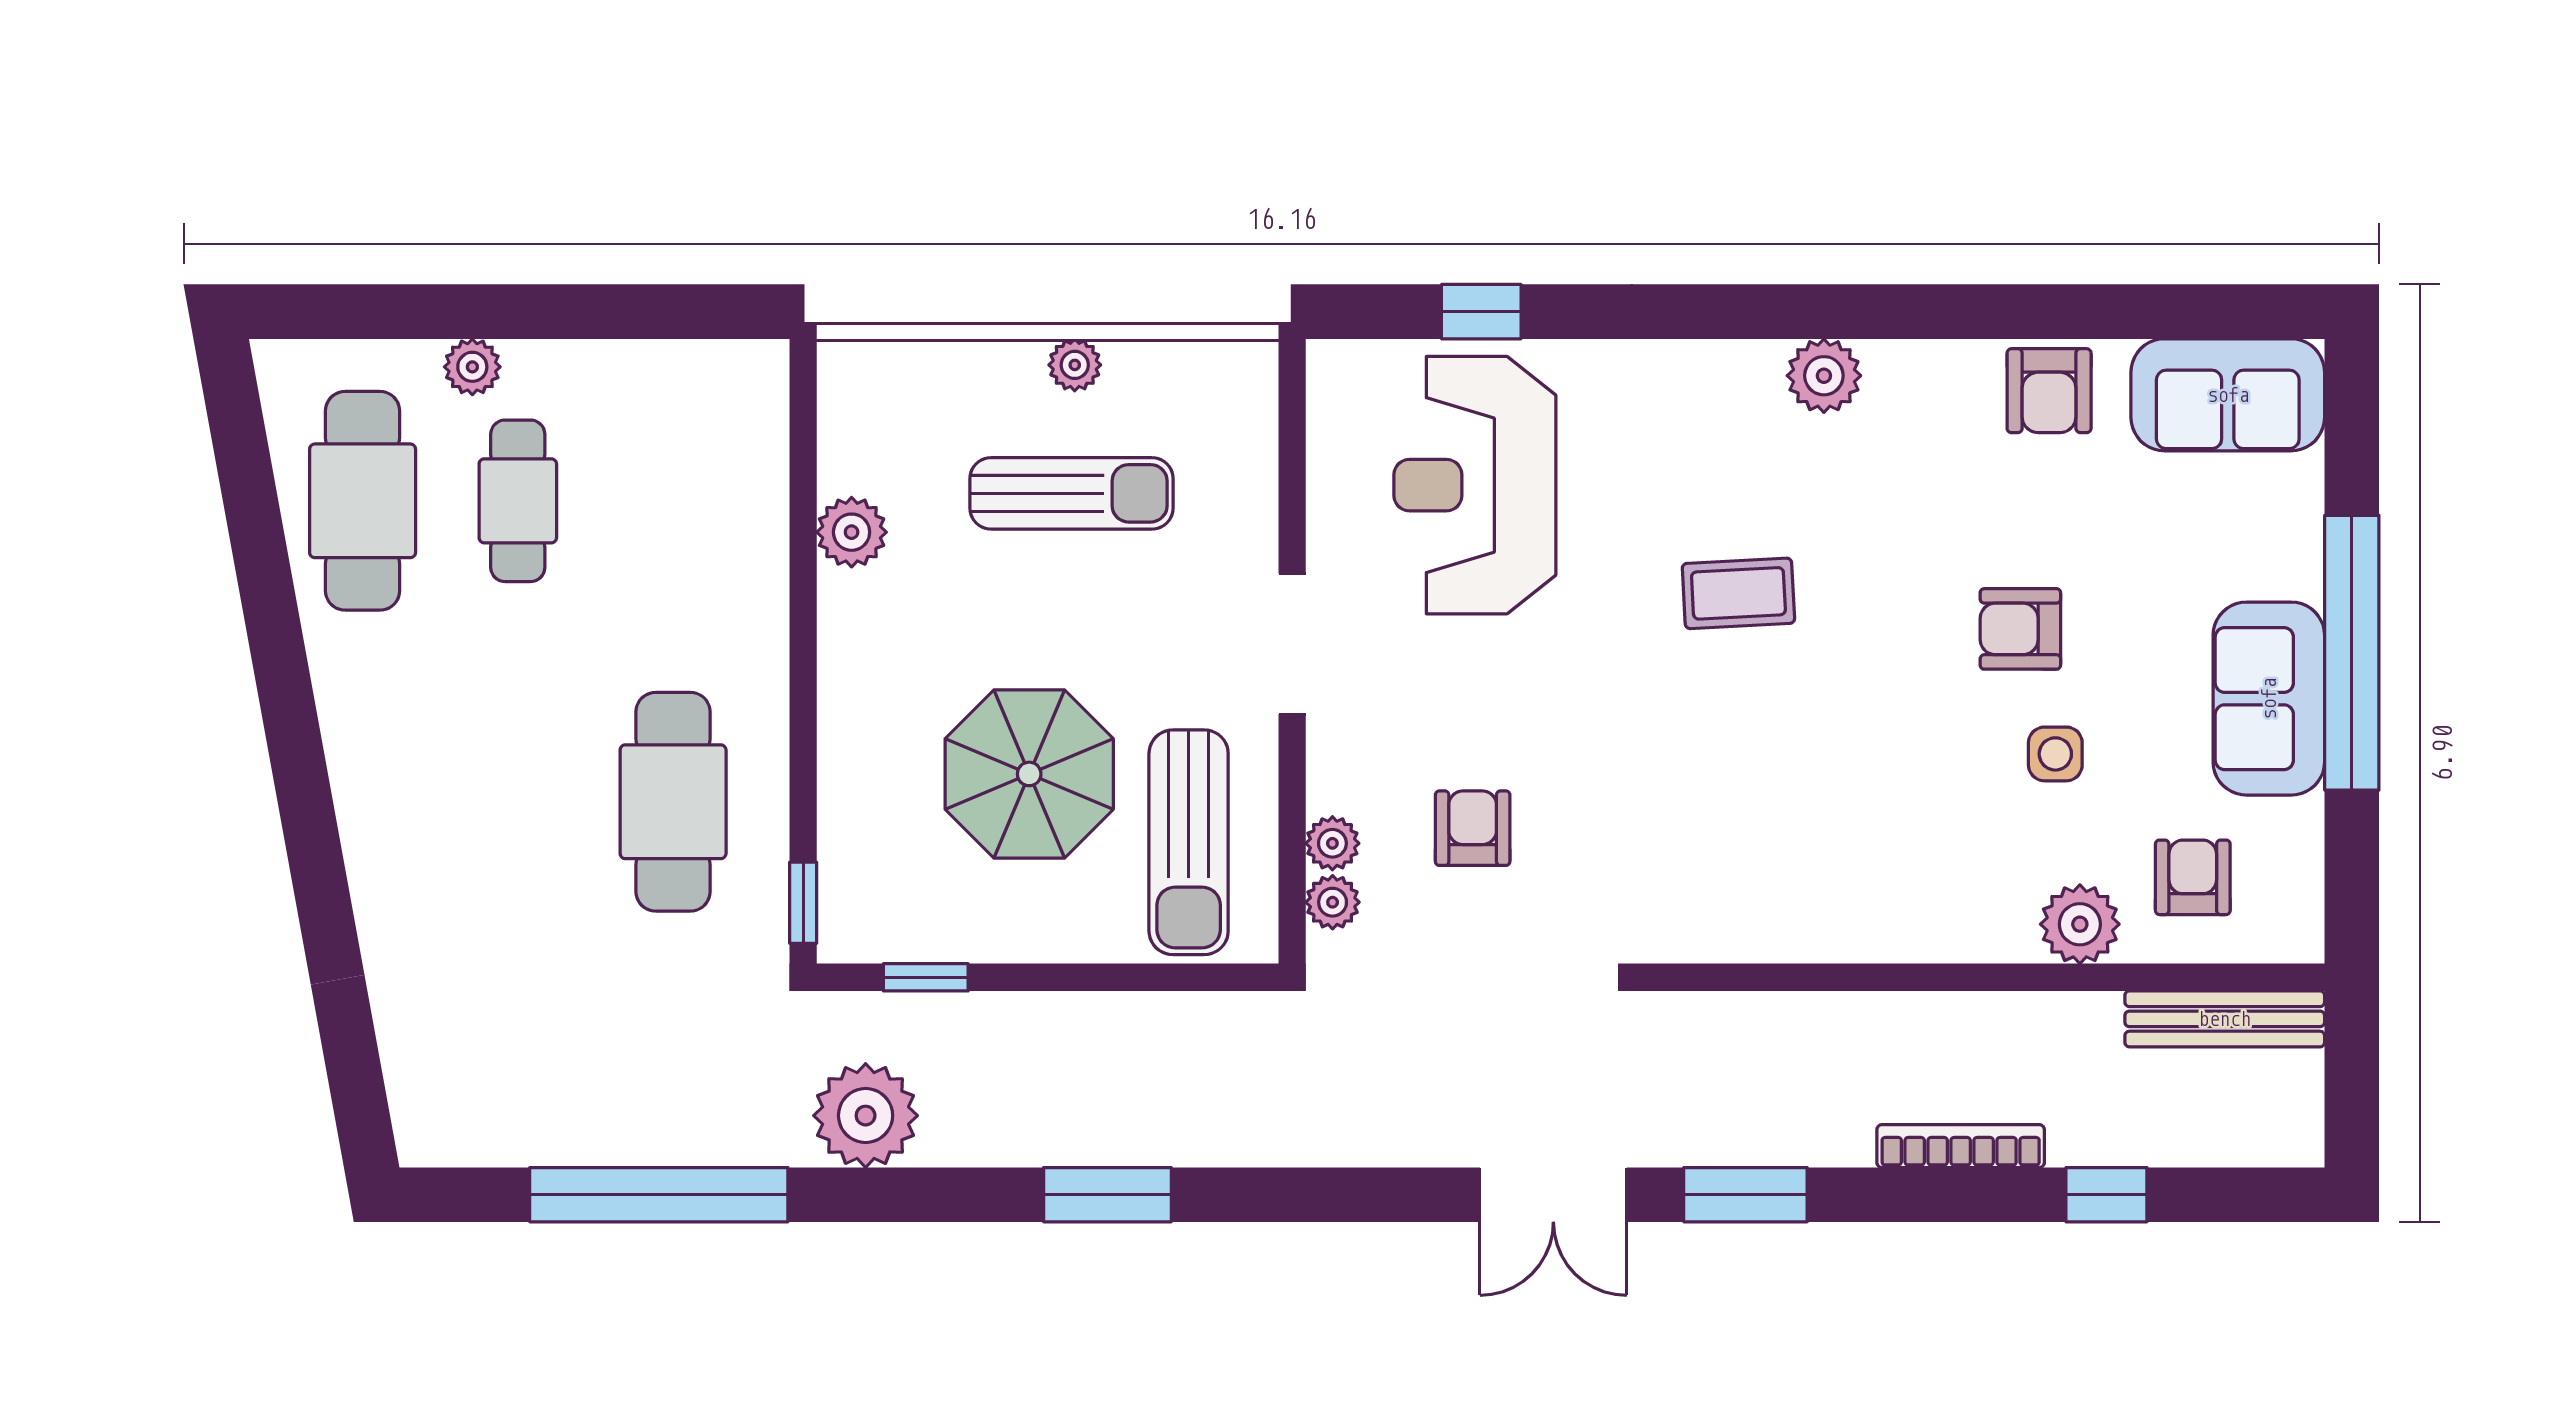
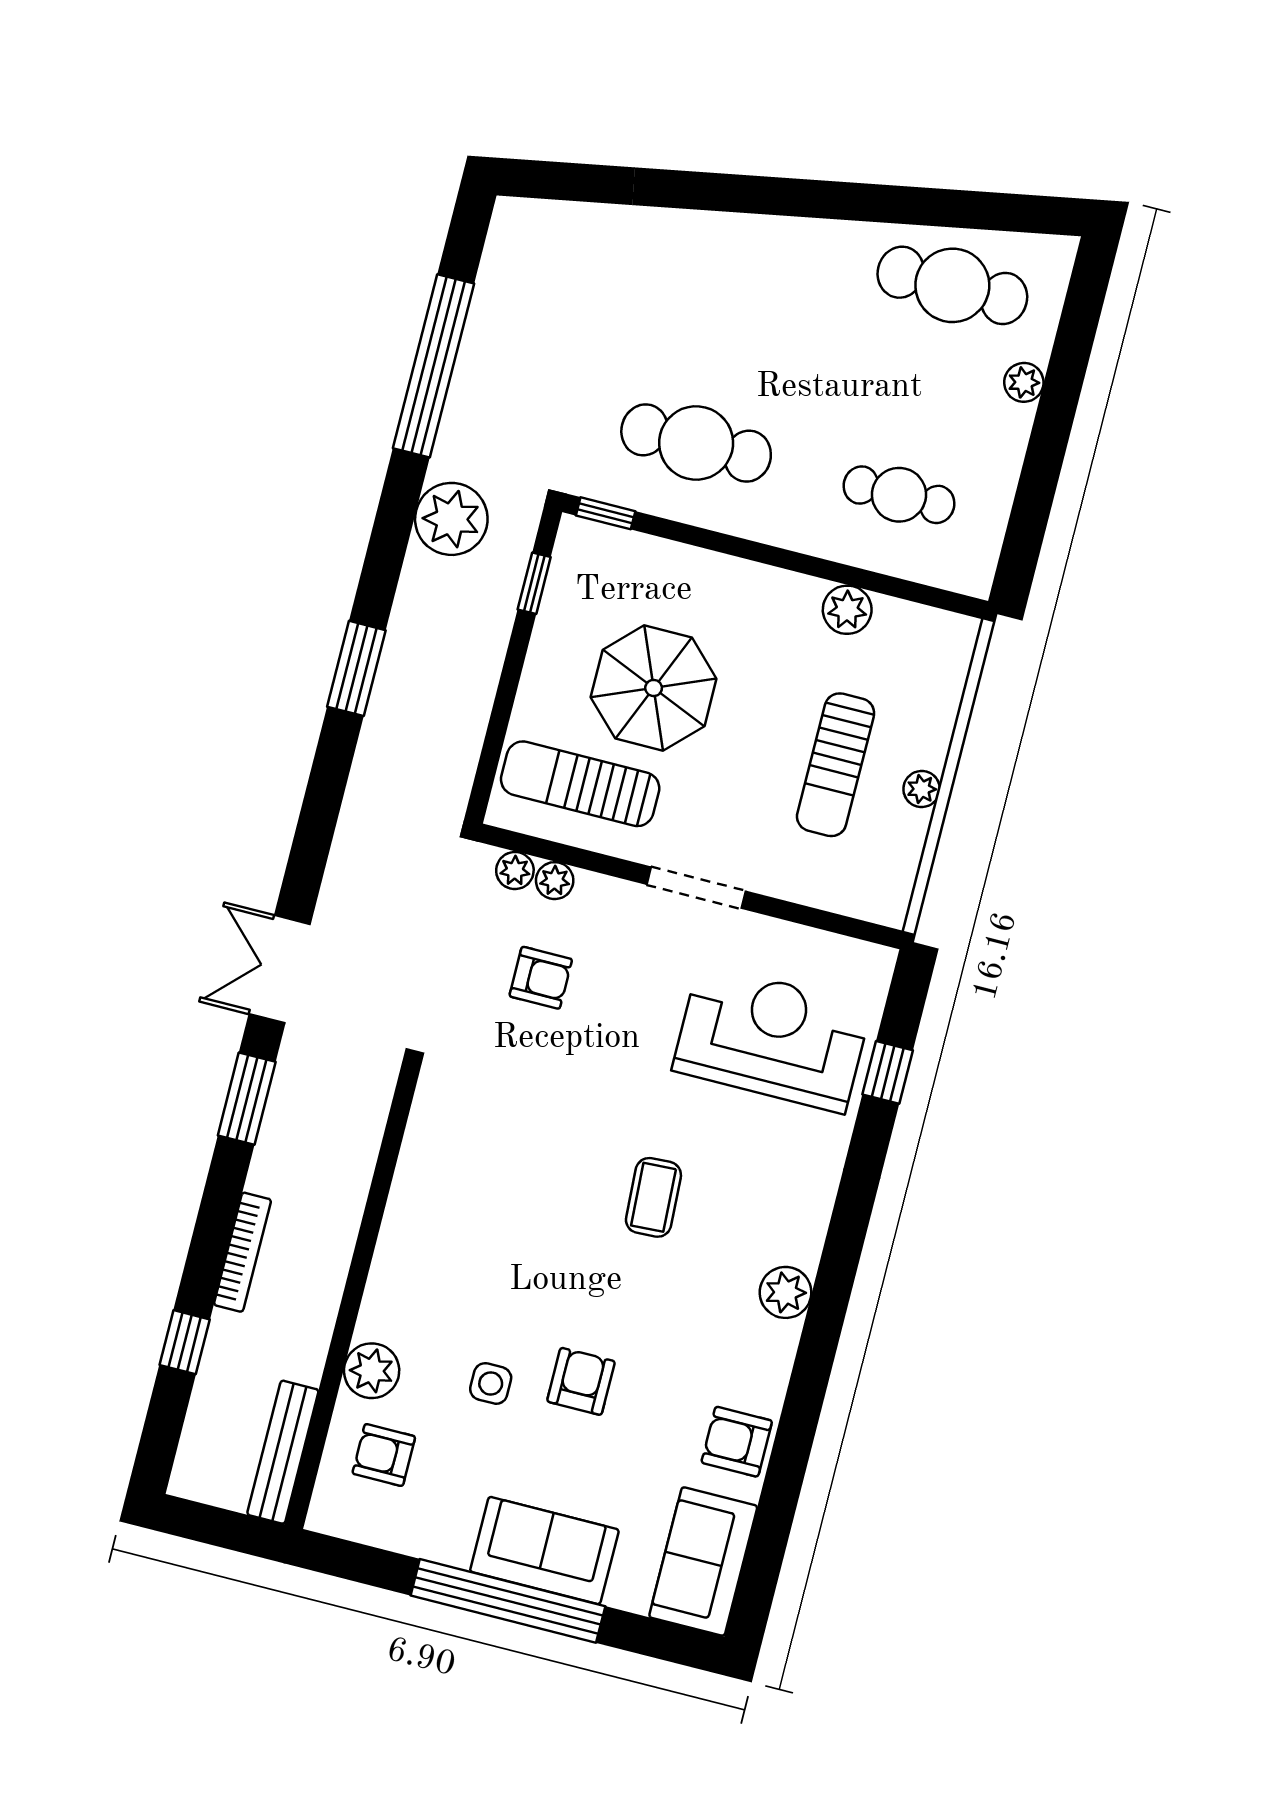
cafe table: (518, 501) -> (899, 495), moved
sofa: (2269, 699) -> (544, 1551), moved
armchair: (2193, 877) -> (384, 1455), turned 180

